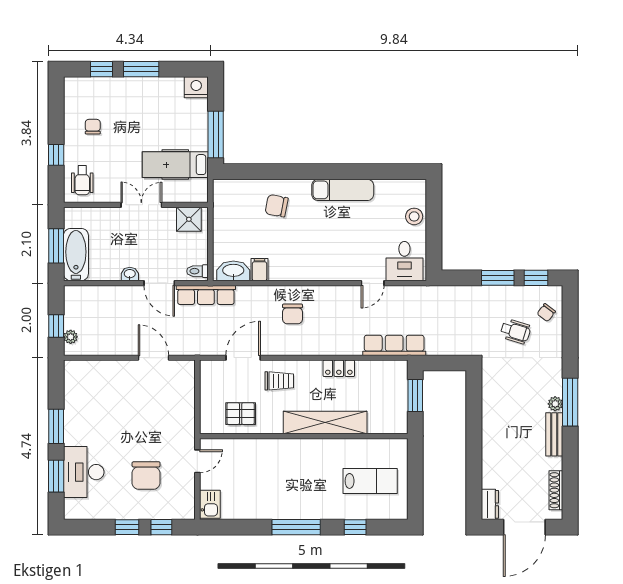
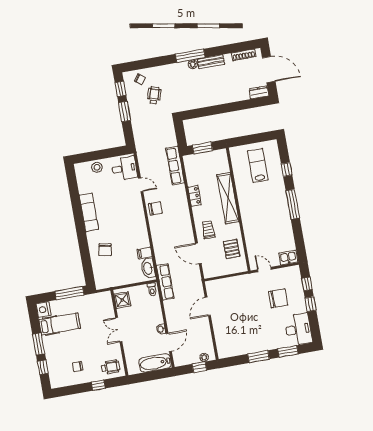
hospital bed: (175, 165) -> (60, 324), moved, turned -90
window: (56, 246) -> (152, 376), removed
door: (159, 283) -> (169, 342), moved
chair: (293, 314) -> (155, 208), moved
desk: (84, 472) -> (298, 329), moved, turned -90

